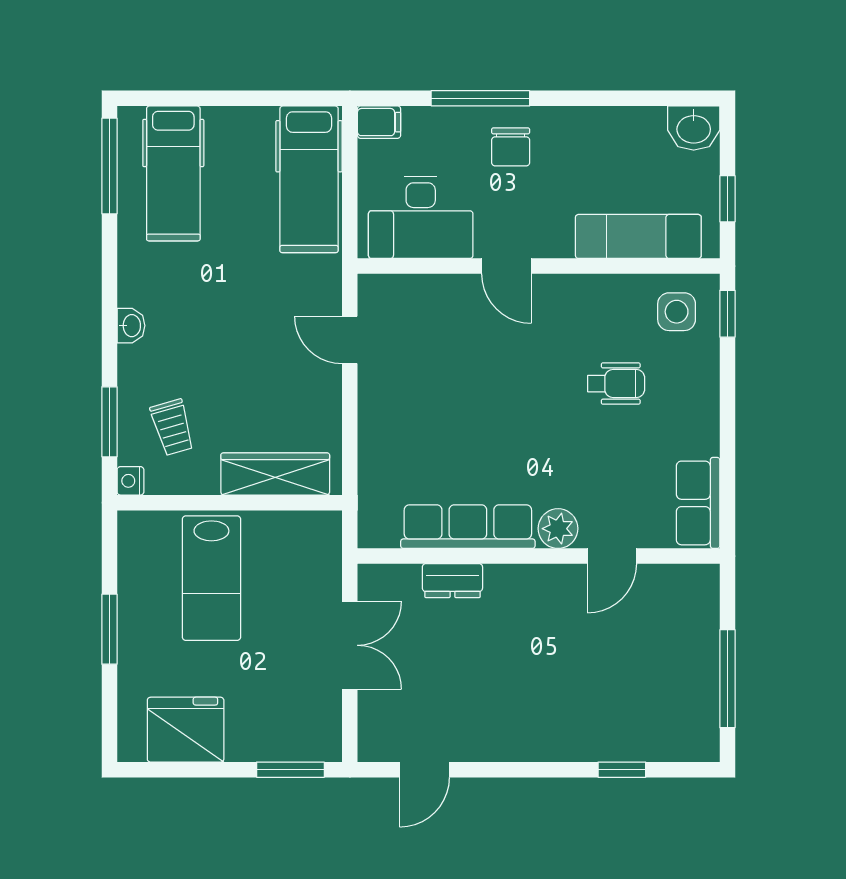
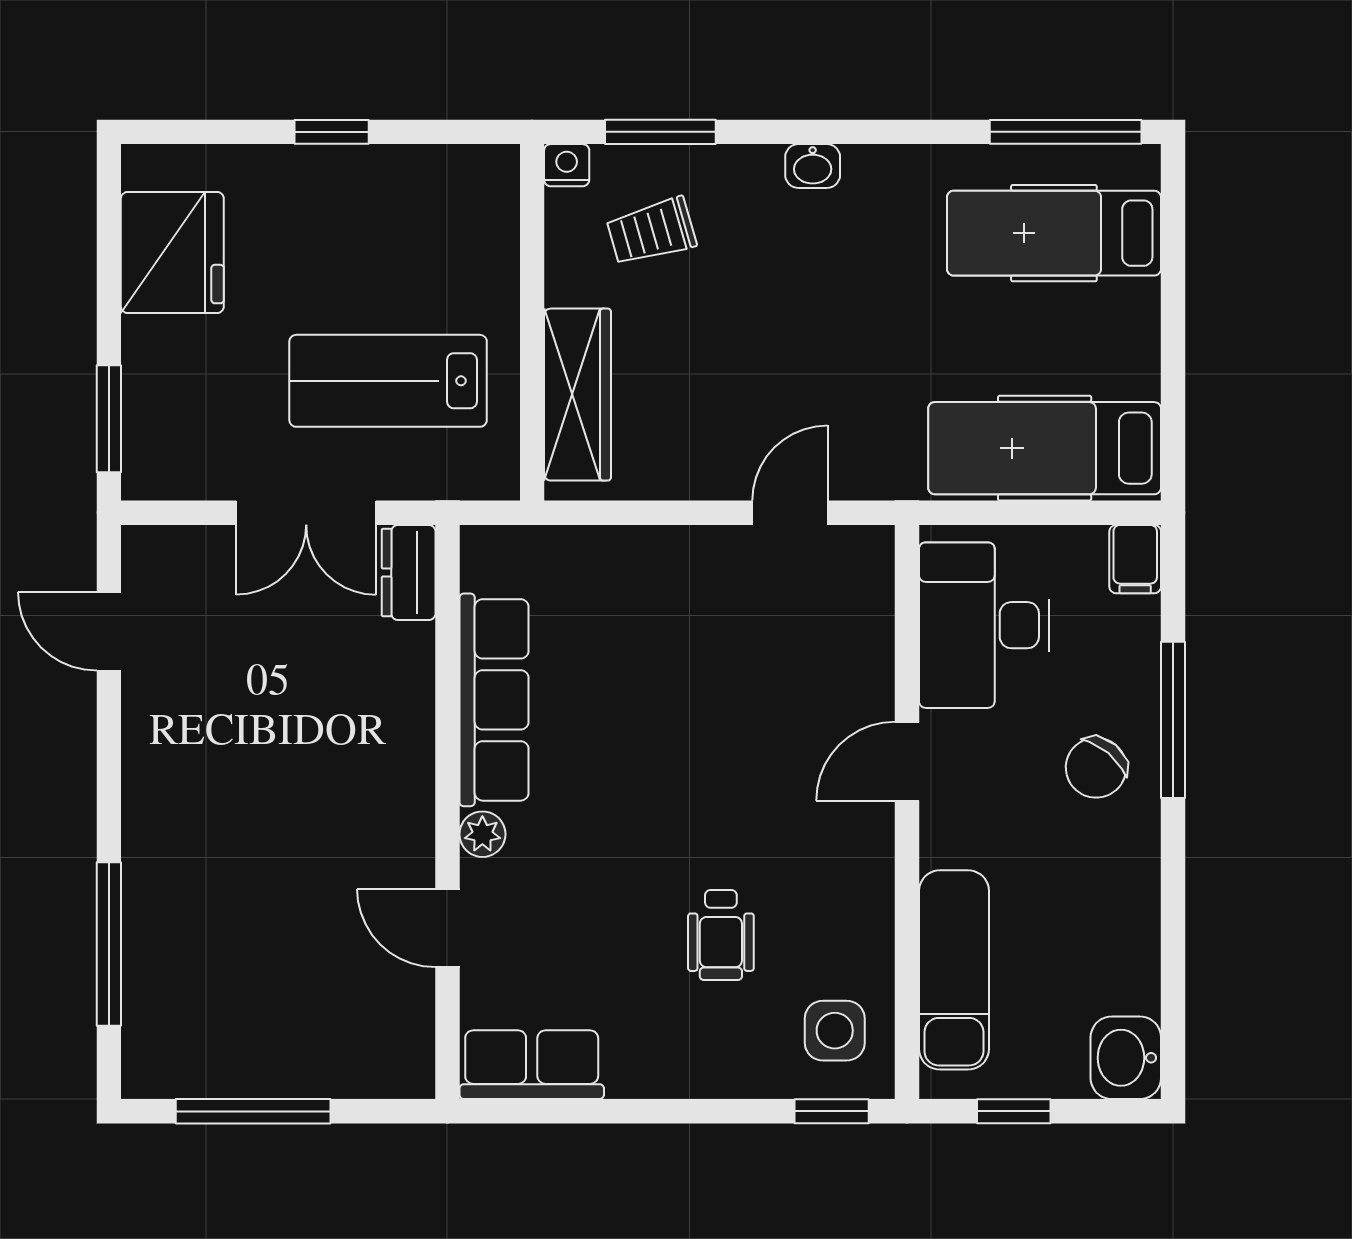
chair: (511, 147) -> (1096, 768), turned -50
plant: (558, 529) -> (482, 834), width x0.73, depth x0.73
lab bench: (211, 578) -> (388, 381), moved
dresser: (452, 581) -> (409, 572), moved
window: (109, 629) -> (332, 132), width x0.67
window: (622, 770) -> (109, 944), width x2.17

